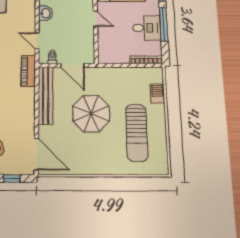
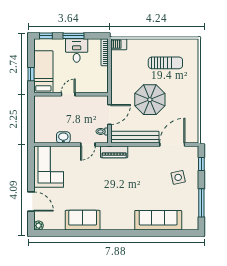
window: (164, 24) -> (73, 36), width x0.69
barbecue: (158, 94) -> (119, 44), moved
sun lounger: (137, 133) -> (165, 63), width x0.73, depth x0.75
door: (36, 154) -> (172, 144), moved

